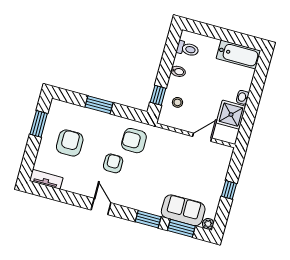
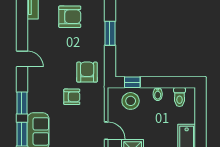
stool: (178, 102) -> (131, 101), width x1.89, depth x1.89
armchair: (113, 163) -> (72, 97), moved
door: (101, 206) -> (22, 59), hinge flipped

